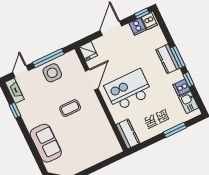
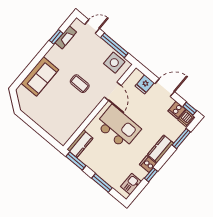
fridge: (88, 51) -> (145, 84), moved
window: (178, 57) -> (181, 139), moved
side table: (52, 73) -> (114, 63), moved
door: (92, 80) -> (113, 91), hinge flipped
cooker: (182, 88) -> (148, 164), moved
fireplace: (15, 91) -> (66, 37), moved
window: (143, 145) -> (76, 161), added

